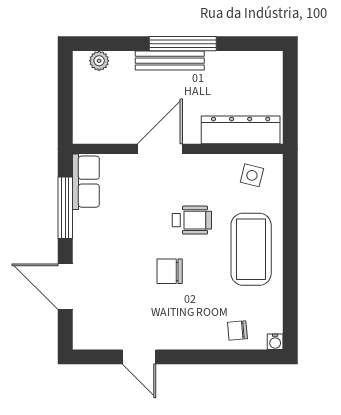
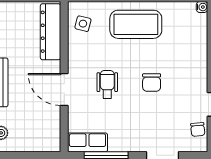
wheelchair: (192, 220) -> (107, 84), moved
chair: (237, 330) -> (198, 129), moved

